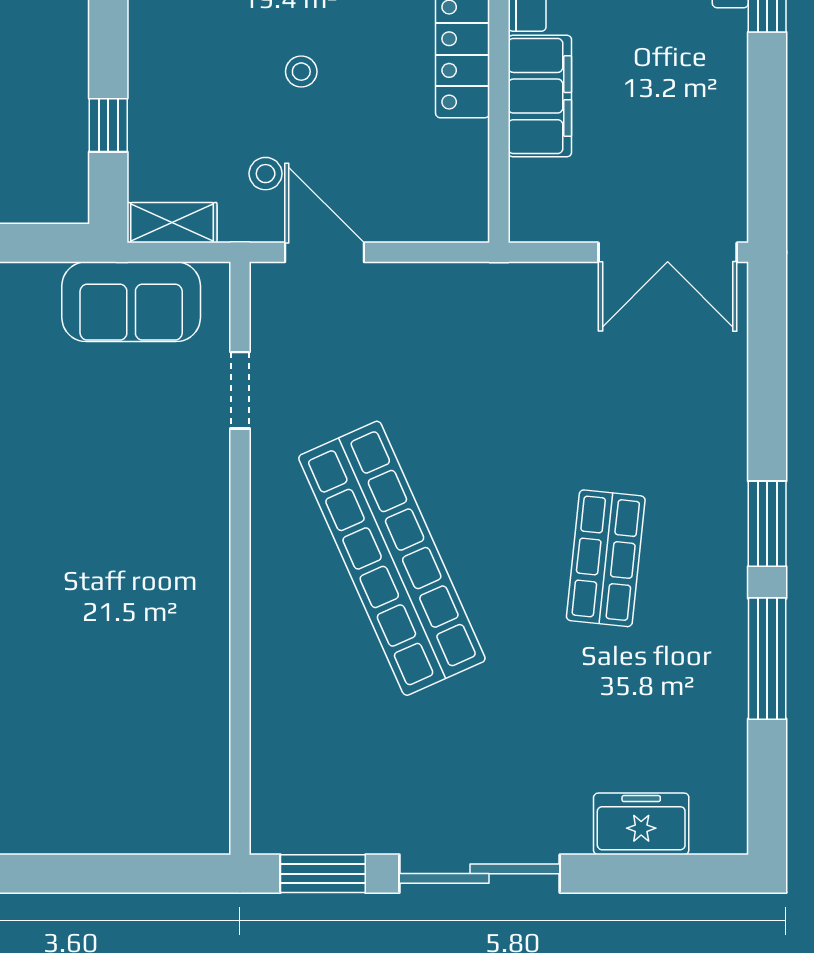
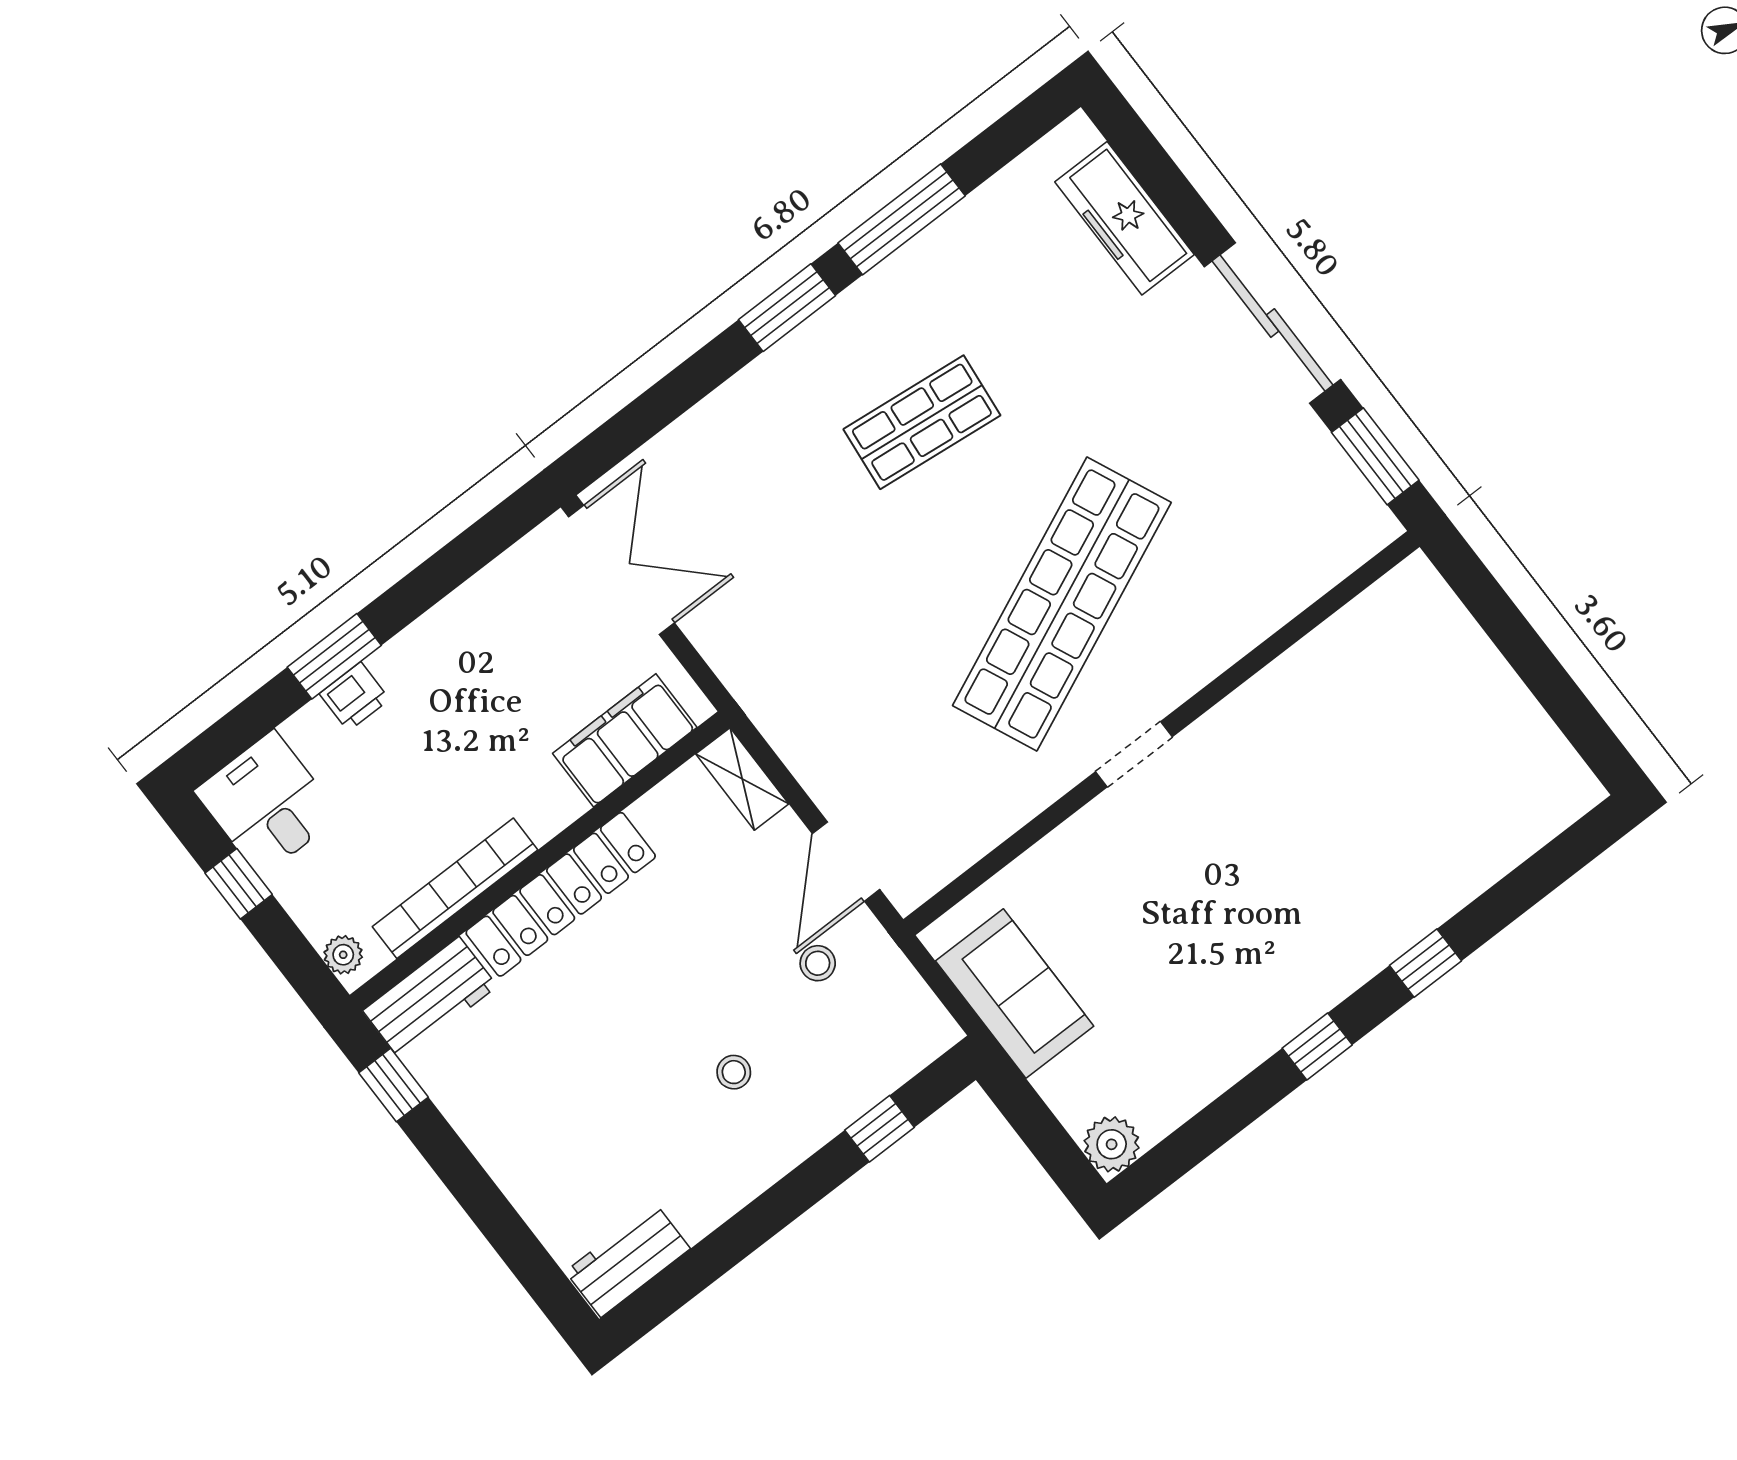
stool: (301, 72) -> (734, 1072), moved
filing cabinet: (540, 96) -> (625, 740), moved
shelving: (172, 223) -> (742, 779), moved
doorway: (240, 390) -> (1134, 754), moved
freezer: (641, 824) -> (1125, 218), width x1.40

